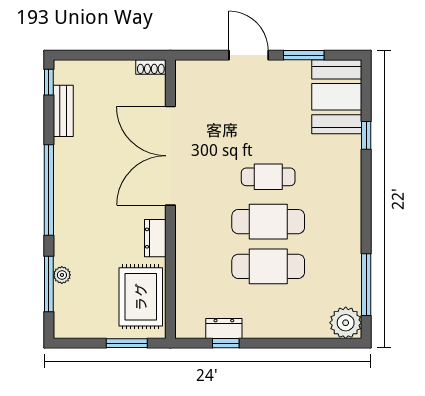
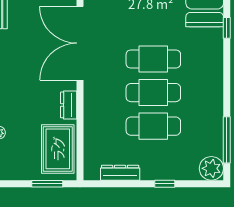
cafe table: (268, 177) -> (153, 59), width x1.37, depth x1.35
dresser: (224, 328) -> (120, 173), width x1.44
window: (226, 343) -> (165, 184), moved

